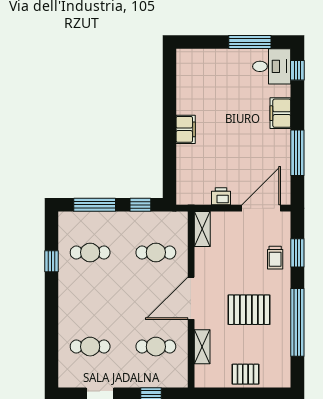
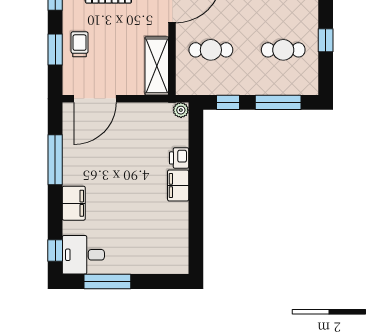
printer: (221, 196) -> (179, 158), moved, turned 90
plant: (183, 198) -> (181, 110), added
shelving: (202, 229) -> (157, 66), width x1.50, depth x1.33

